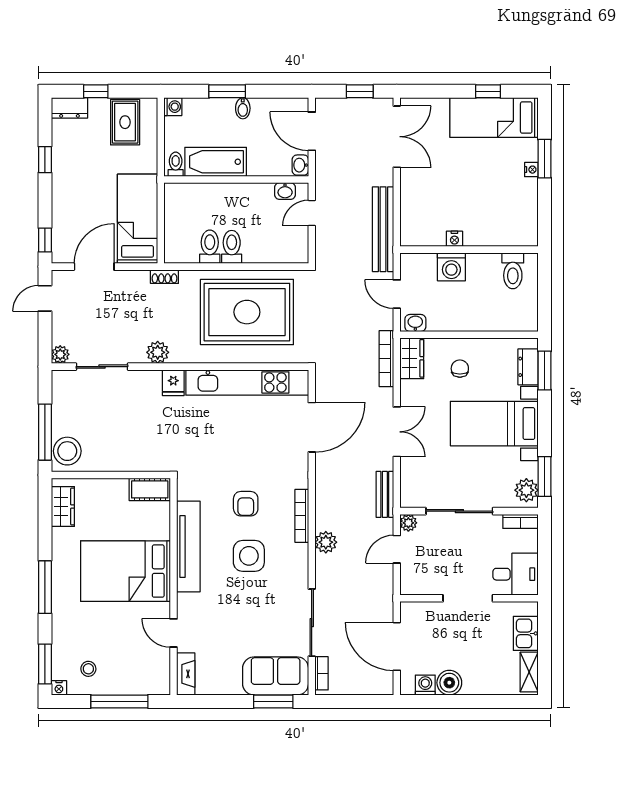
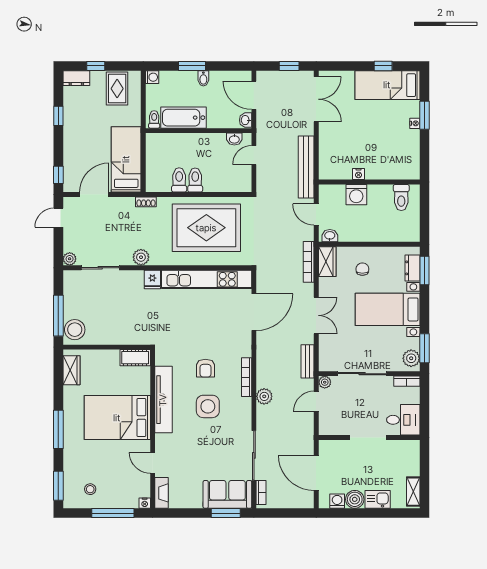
kitchen sink: (526, 633) -> (378, 499), moved, turned 90
nightstand: (59, 688) -> (145, 503), moved

